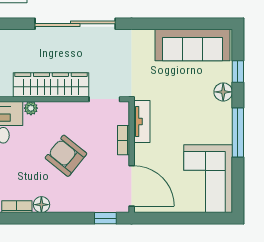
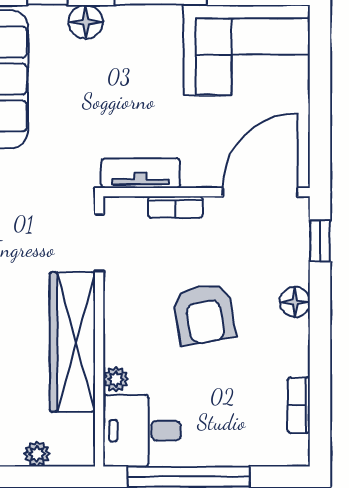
armchair: (66, 156) -> (204, 314), turned -49
floor lamp: (41, 205) -> (295, 302), moved

